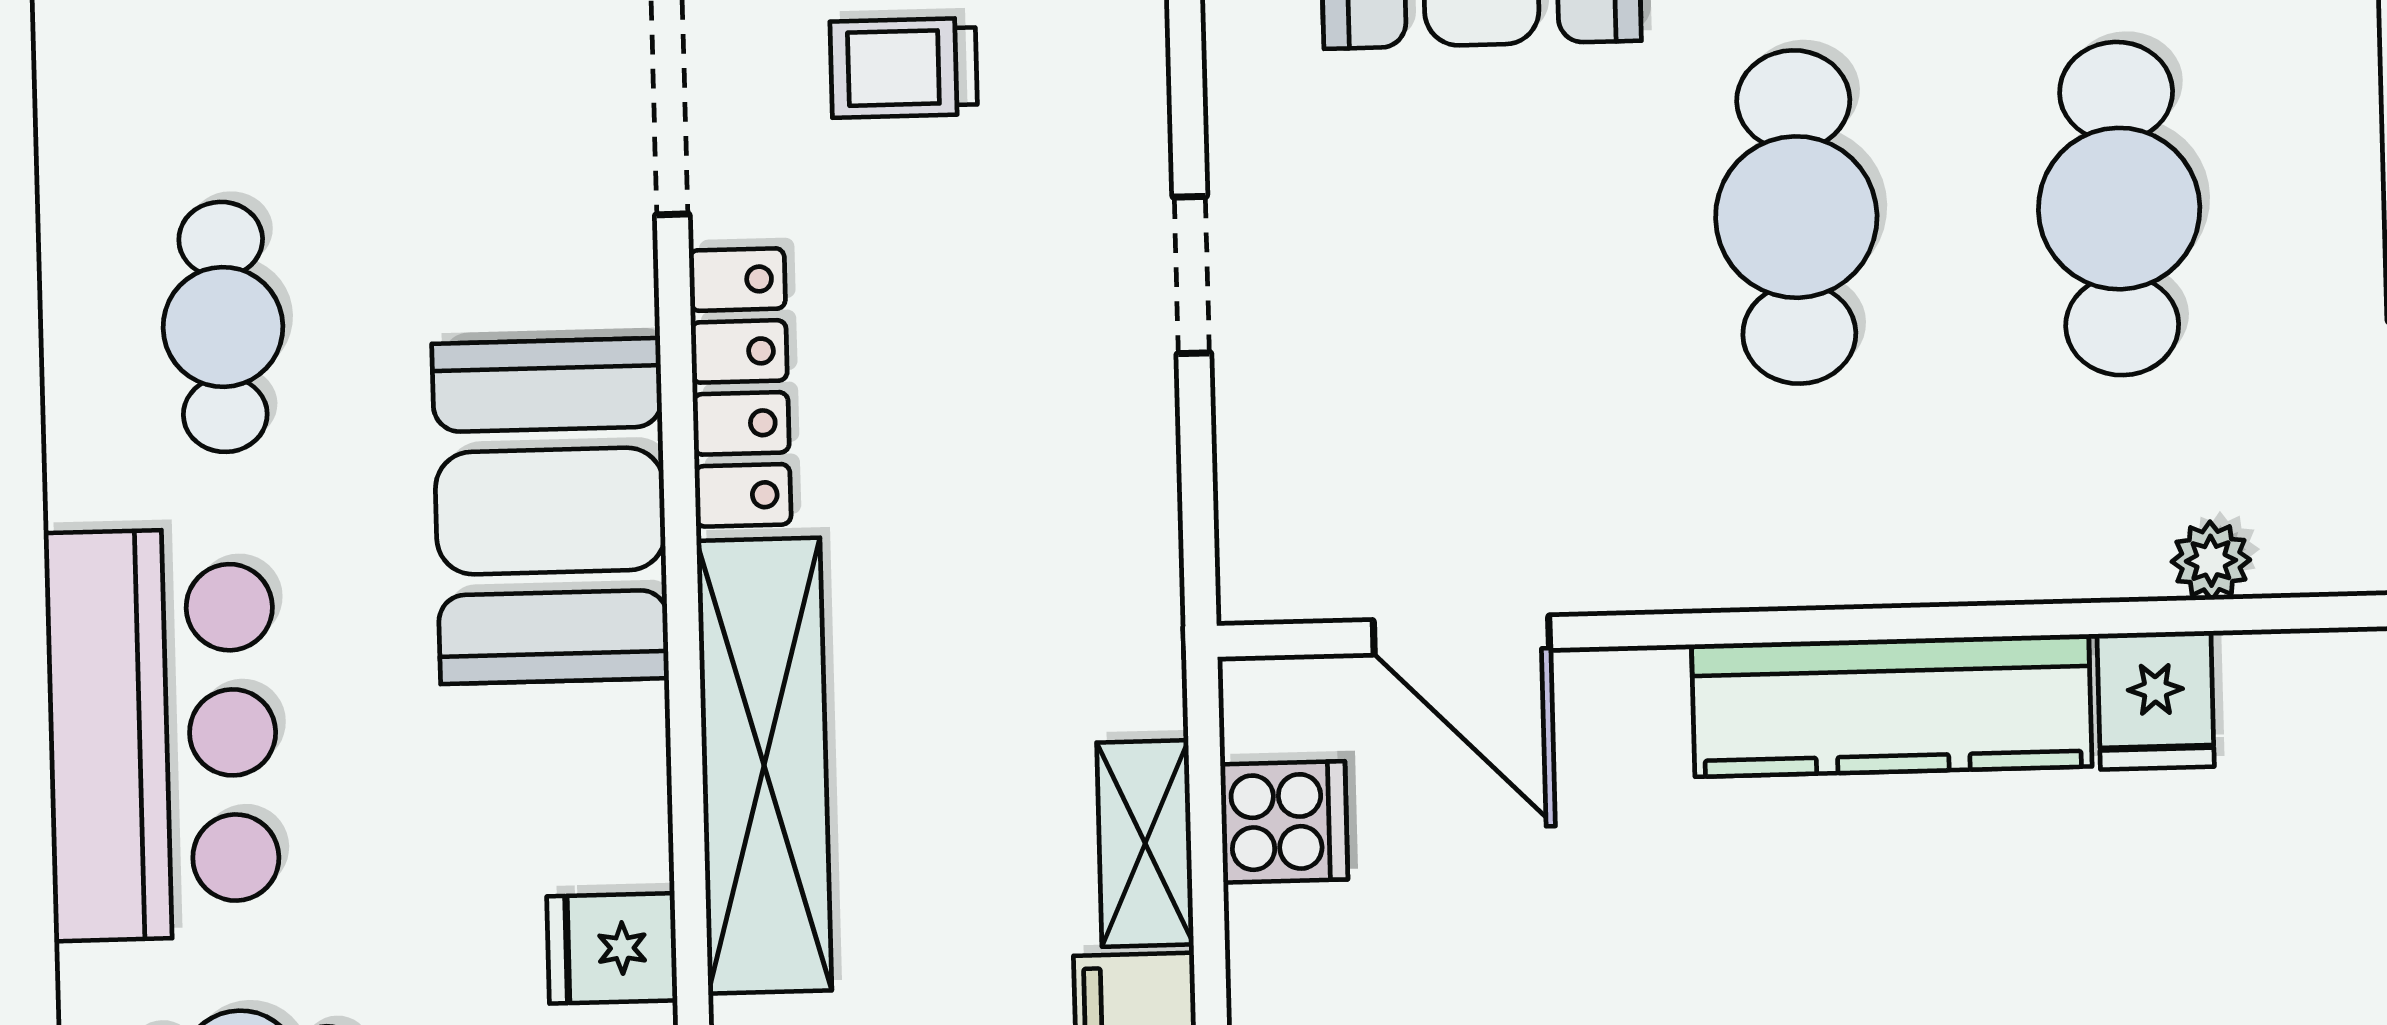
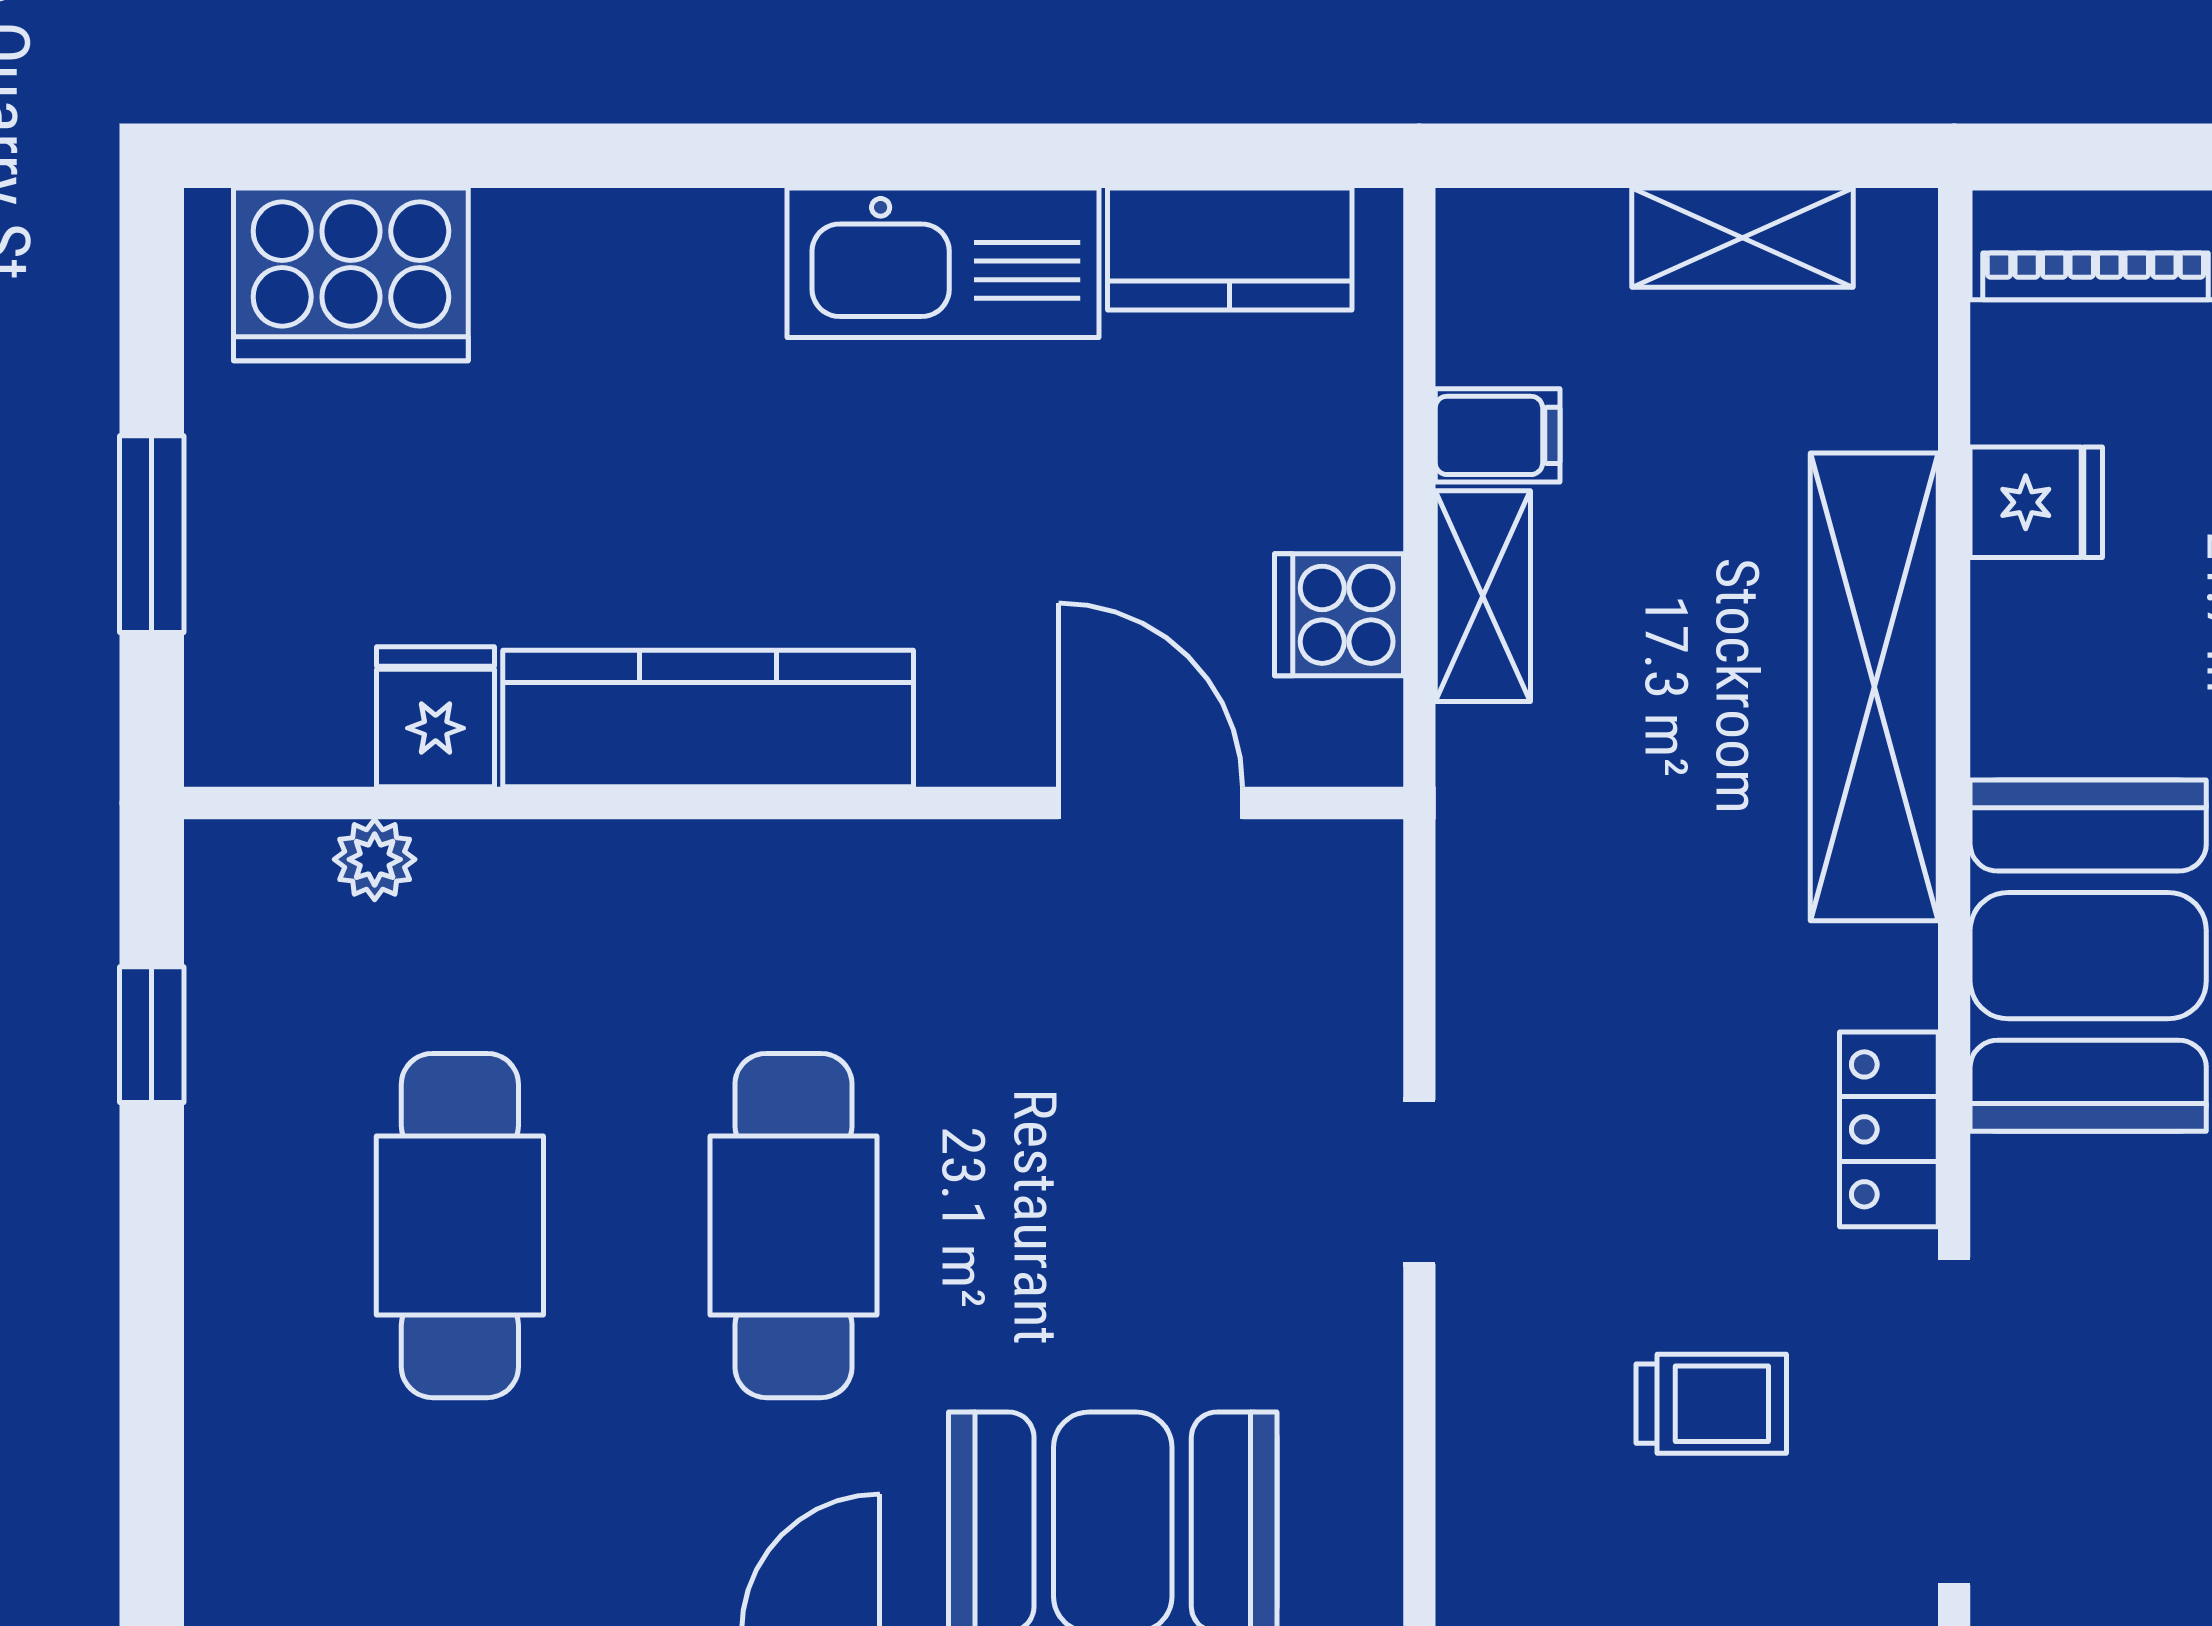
locker: (740, 387) -> (1889, 1129), width x0.66

